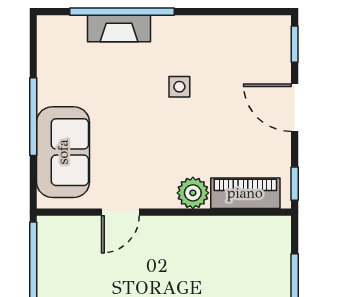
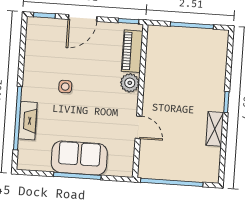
sofa: (63, 152) -> (79, 158), moved

